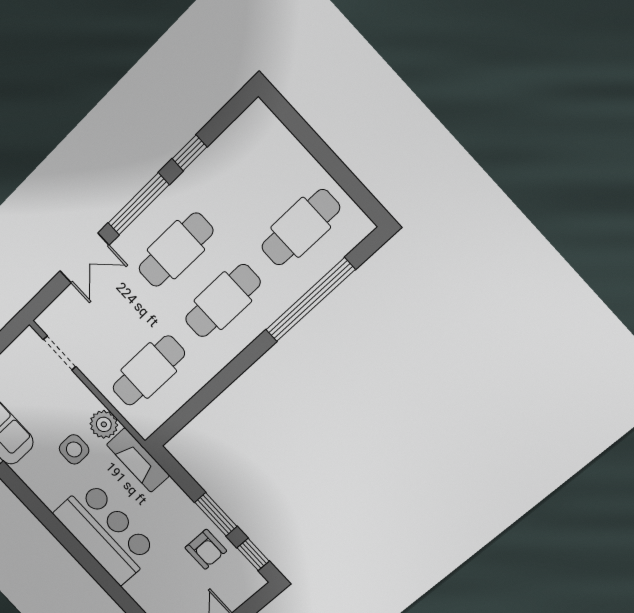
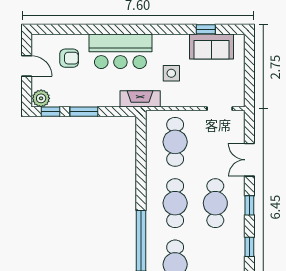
window: (139, 204) -> (249, 205), width x0.46
plant: (104, 424) -> (41, 98), moved
armchair: (206, 549) -> (69, 58), moved, turned 180

